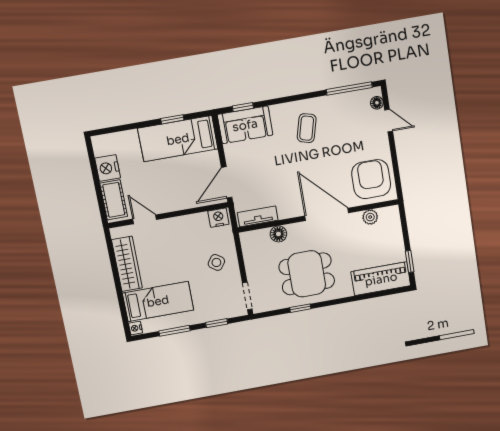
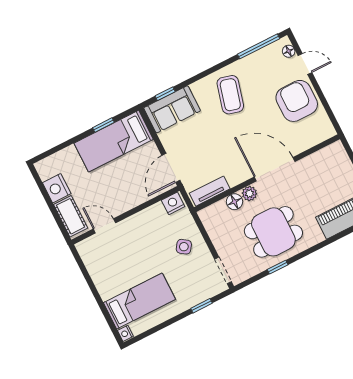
coffee table: (307, 128) -> (230, 95), width x1.36, depth x1.30
armchair: (371, 179) -> (297, 101), moved
plant: (370, 217) -> (249, 194), moved
wardrobe: (127, 264) -> (100, 273), removed
window: (174, 331) -> (163, 325), removed

